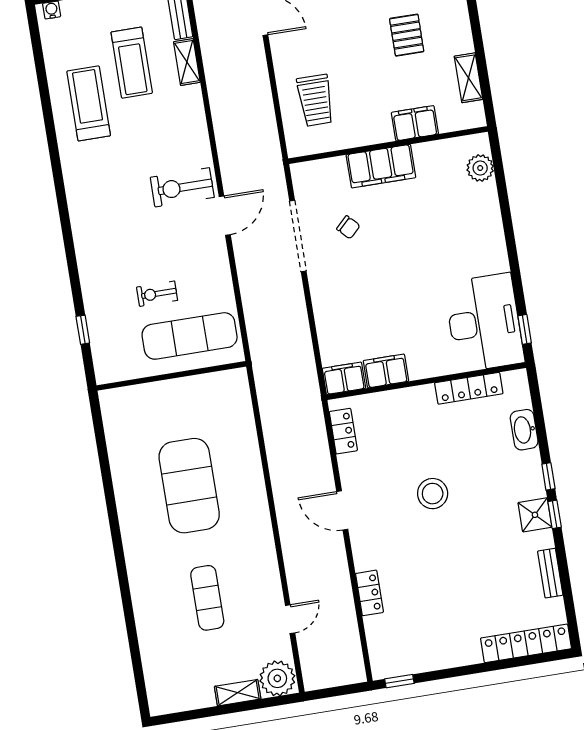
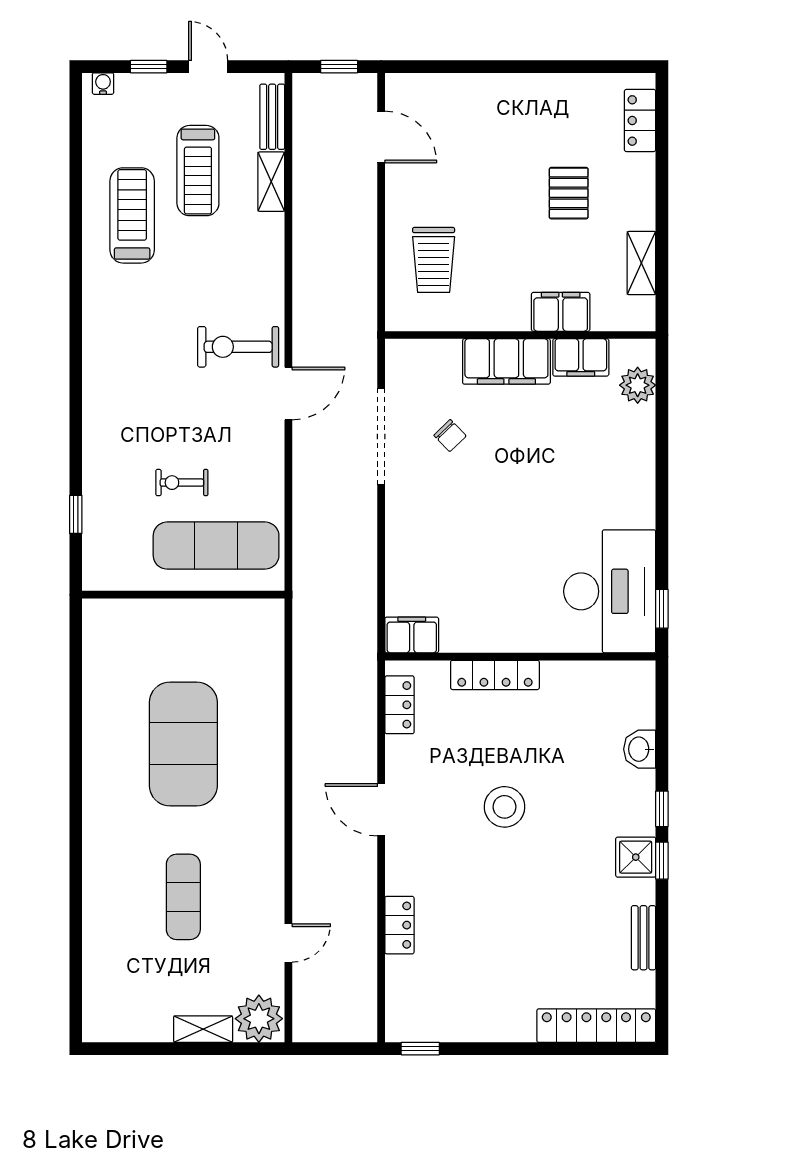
filing cabinet: (386, 371) -> (581, 357), moved, turned 180
locker: (469, 388) -> (495, 675), moved
washbasin: (524, 430) -> (640, 749), width x0.72

